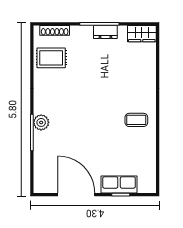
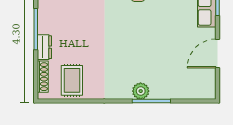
dresser: (105, 32) -> (44, 47), moved
door: (76, 195) -> (217, 54), width x0.73

